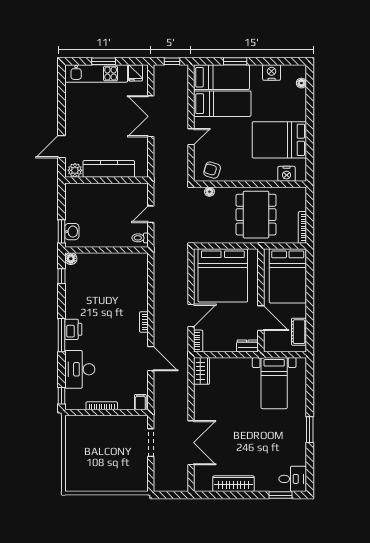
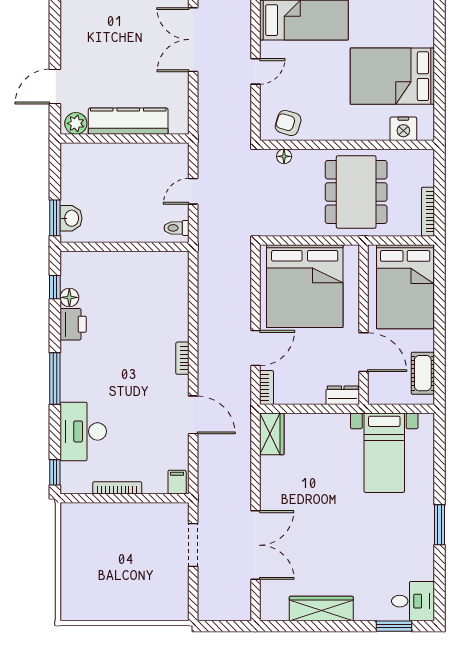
floor lamp: (71, 259) -> (69, 297), moved
printer: (73, 329) -> (73, 324), moved

